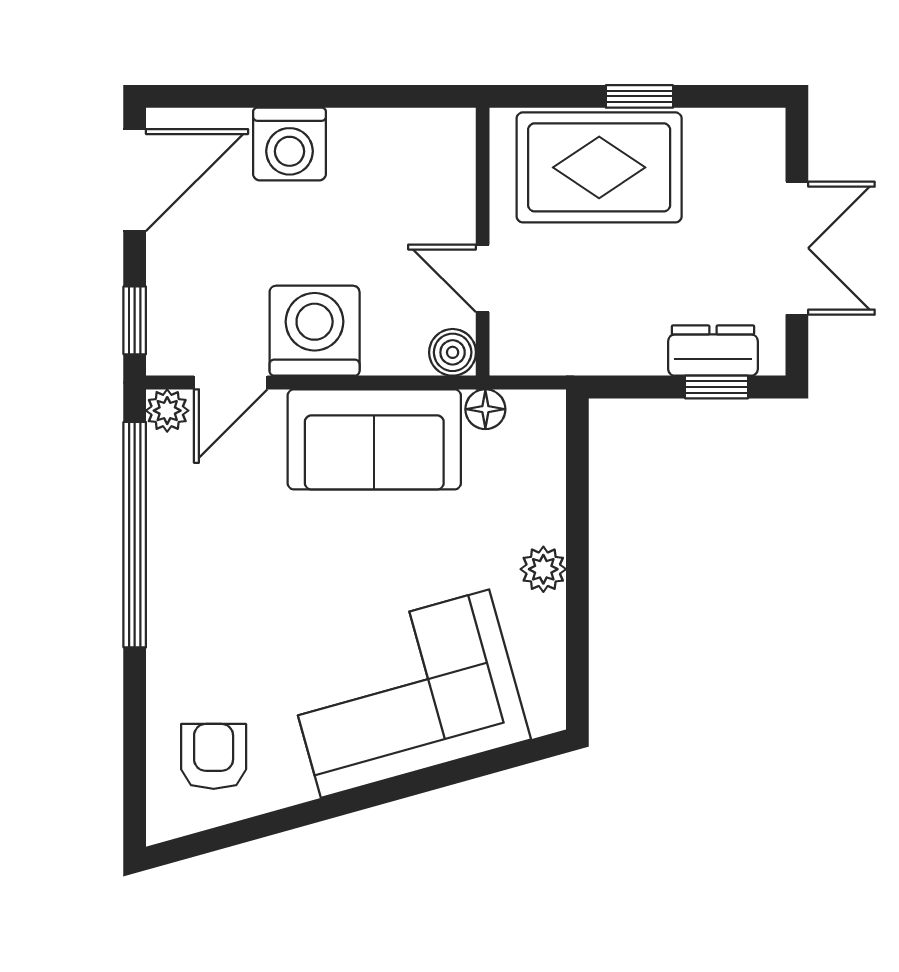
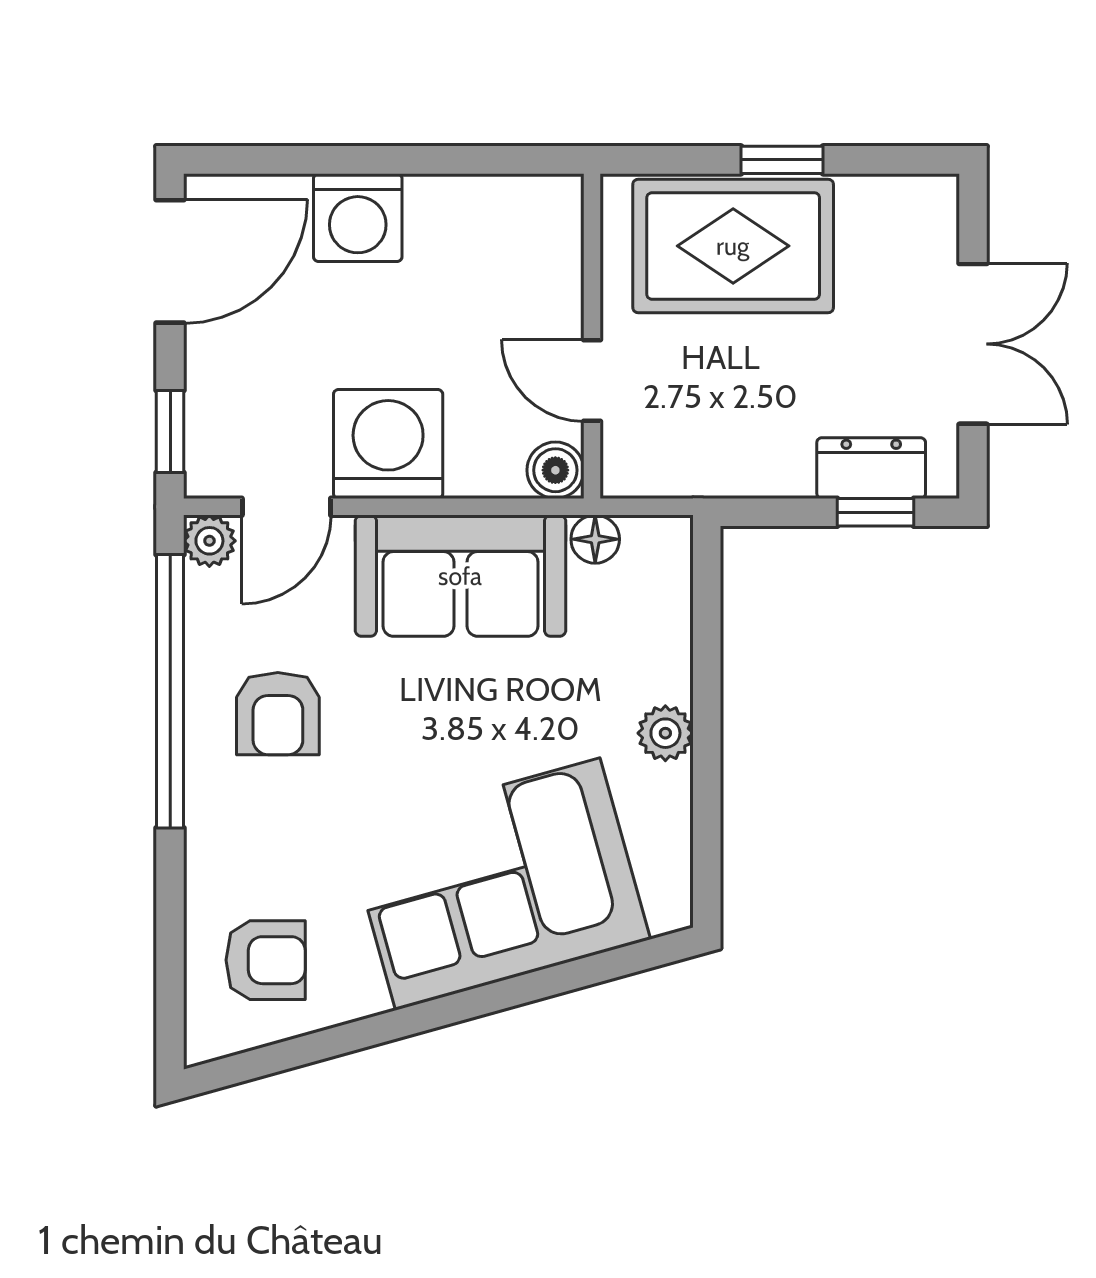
armchair: (224, 553) -> (278, 714), added
armchair: (214, 756) -> (266, 960), turned 90

